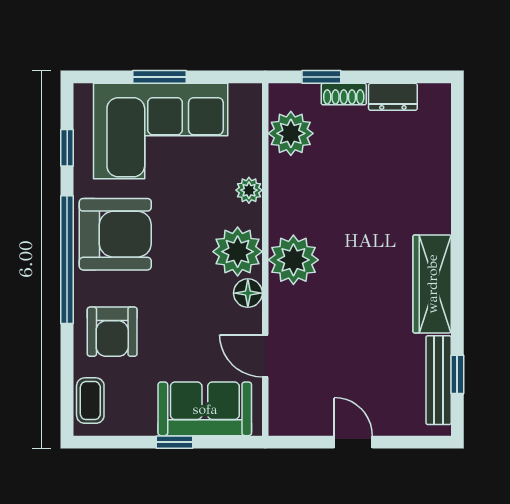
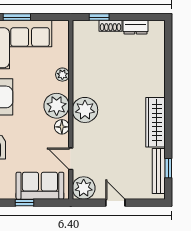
plant: (291, 133) -> (84, 188), moved

